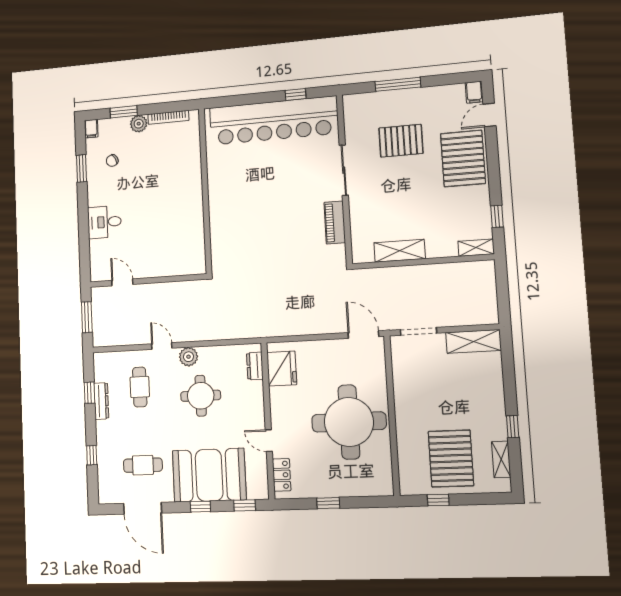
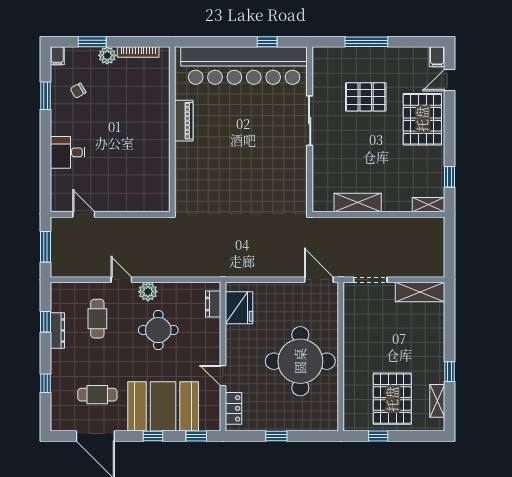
piano: (335, 223) -> (184, 121), moved, turned 180

